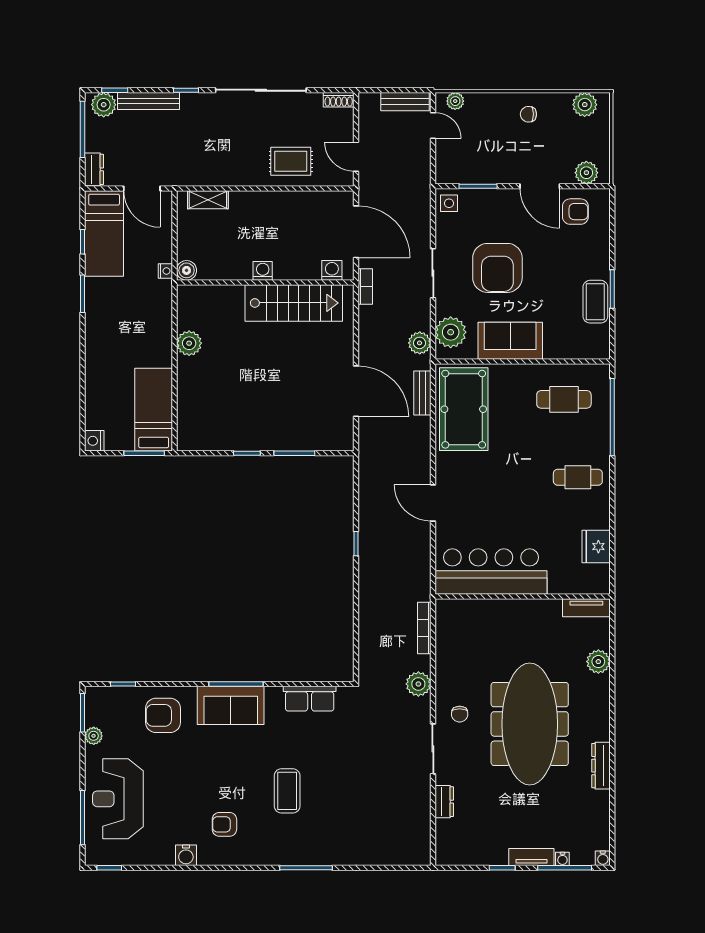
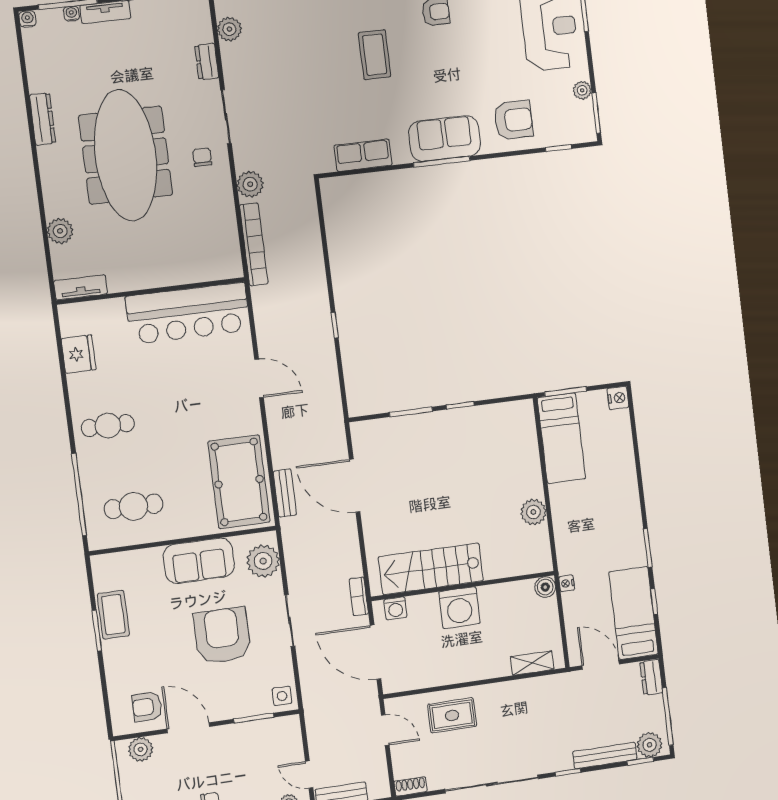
washing machine: (263, 271) -> (459, 608), width x1.89, depth x1.89
plant: (420, 343) -> (229, 29), moved
bookcase: (424, 628) -> (254, 244), width x1.48, depth x1.31

